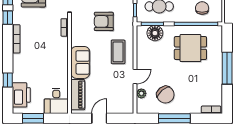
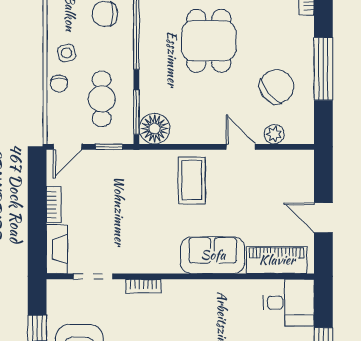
armchair: (104, 21) -> (131, 209), removed
floor lamp: (155, 33) -> (155, 129), moved
dining table: (190, 48) -> (209, 41), moved
coffee table: (118, 52) -> (192, 180), turned 90

